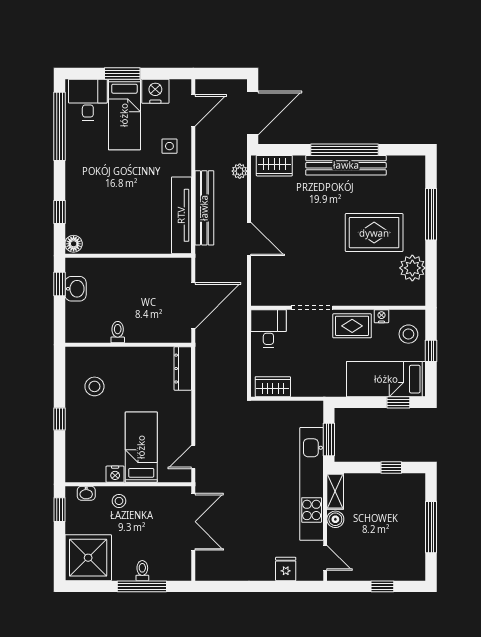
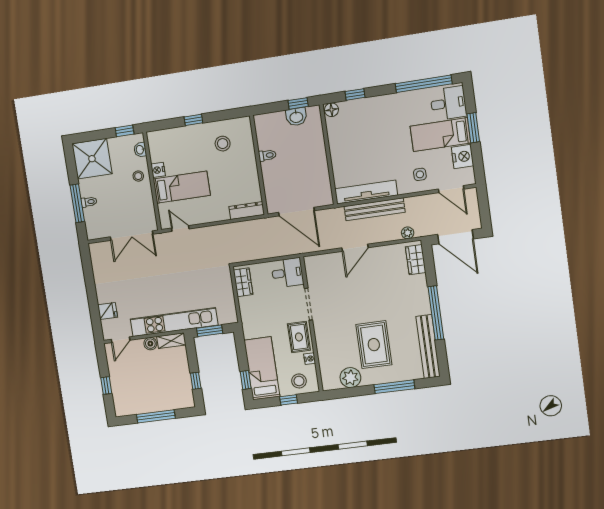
bench: (346, 165) -> (428, 347), moved

